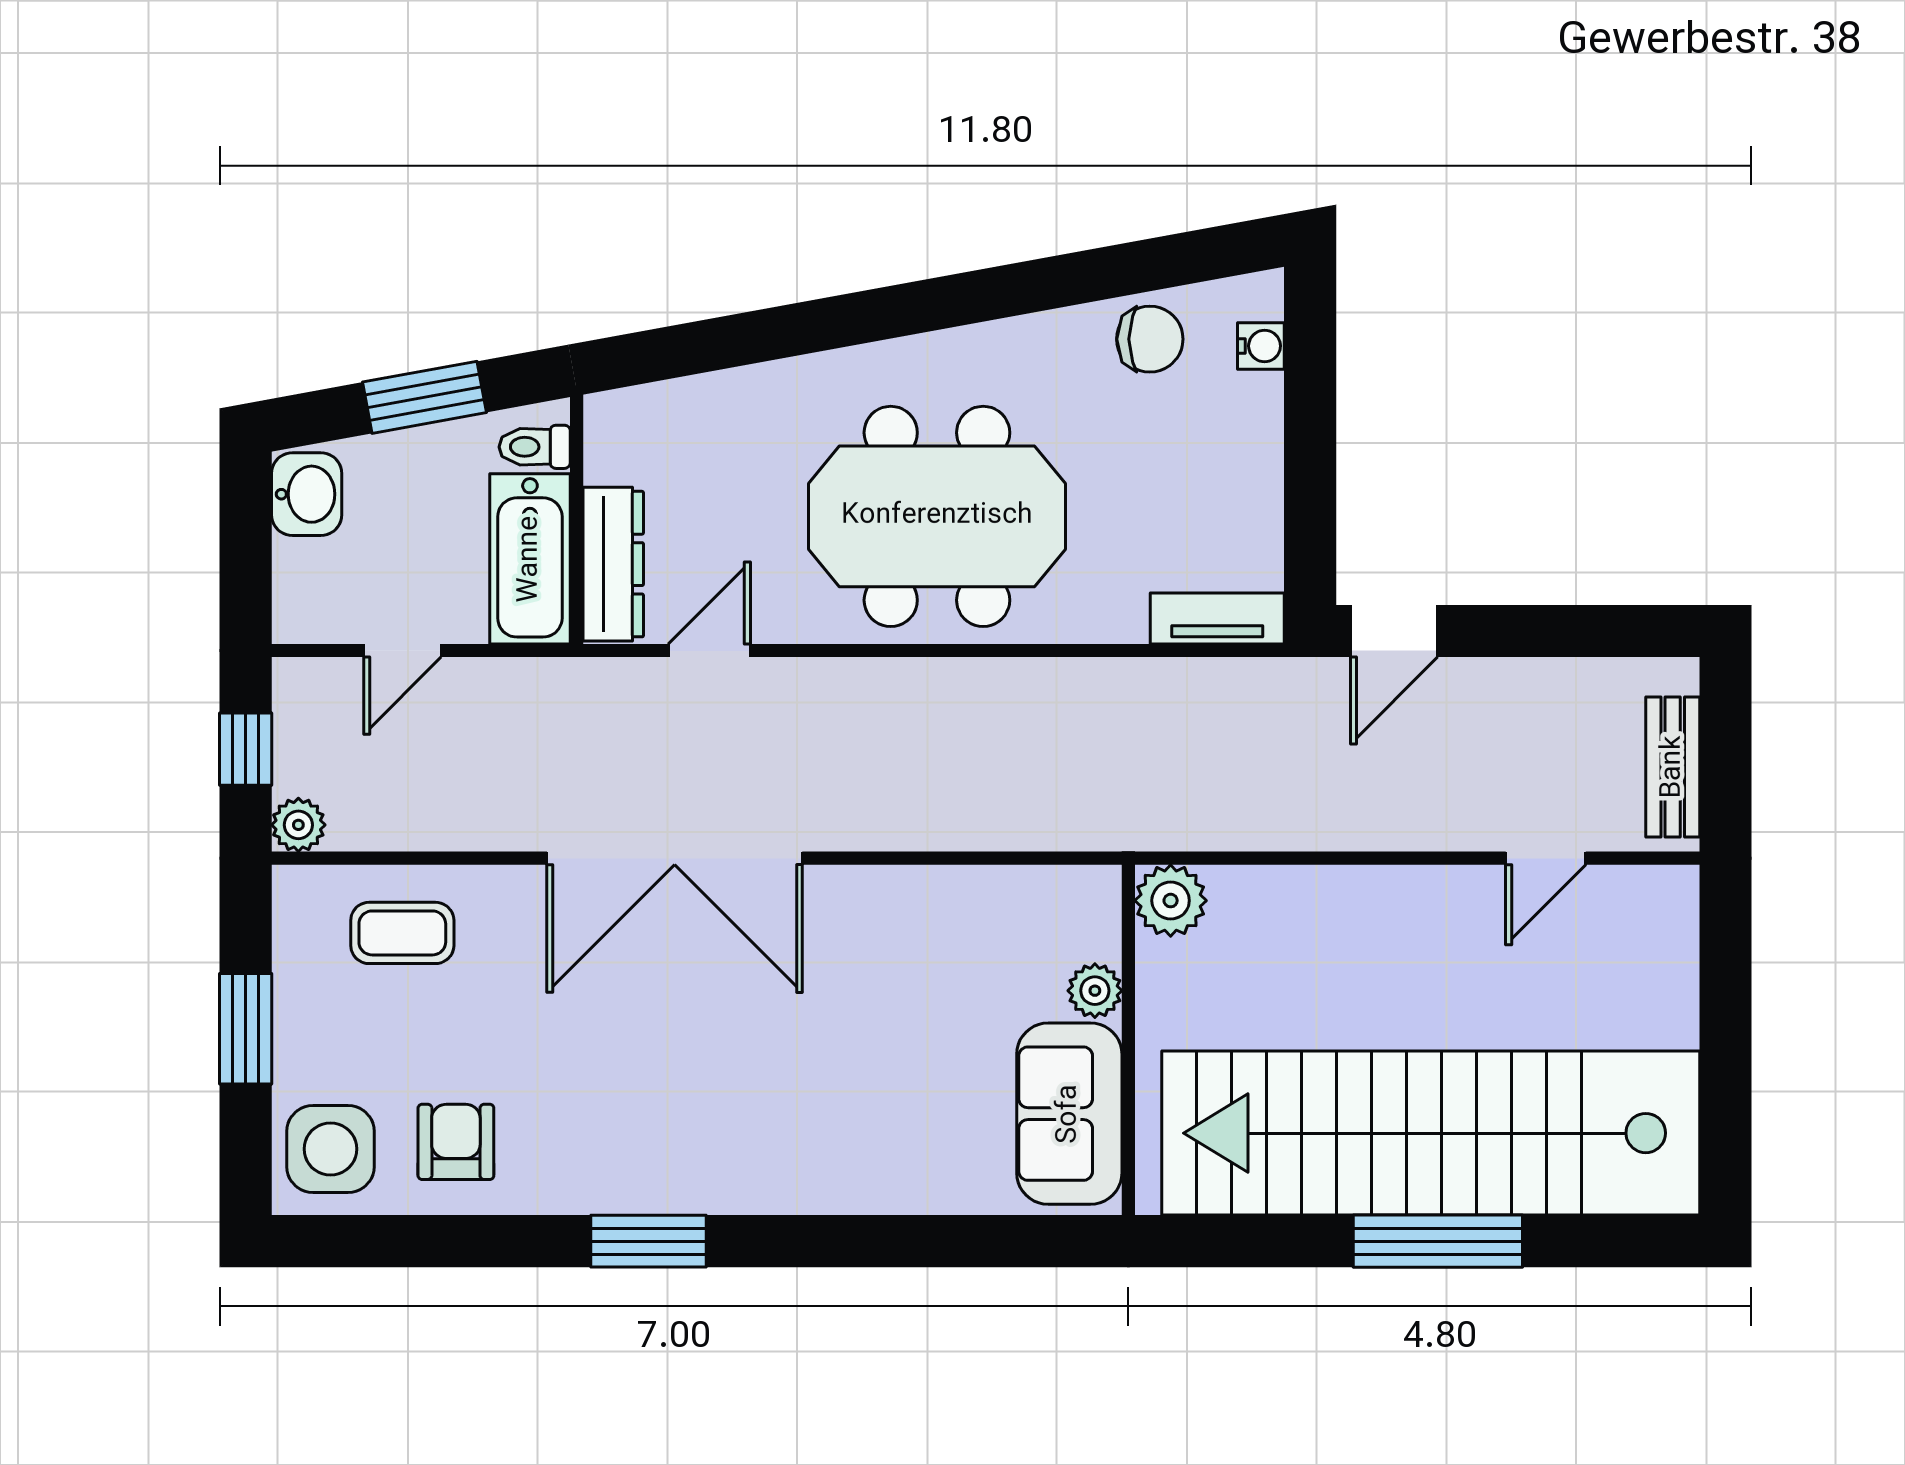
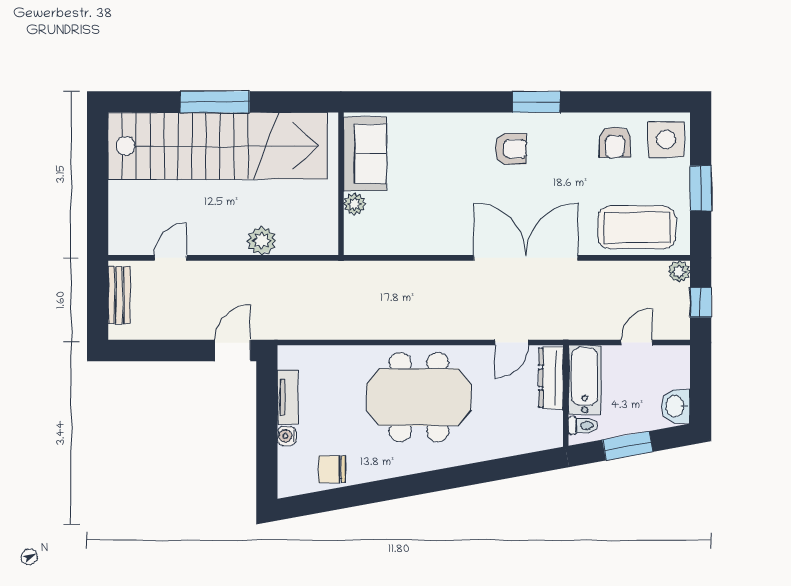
water cooler: (1261, 346) -> (287, 436), moved
tv unit: (1217, 619) -> (288, 397), moved, turned -90
plant: (1171, 901) -> (262, 241), moved
coffee table: (402, 933) -> (637, 227), width x1.86, depth x1.72
armchair: (711, 1126) -> (511, 149), added

